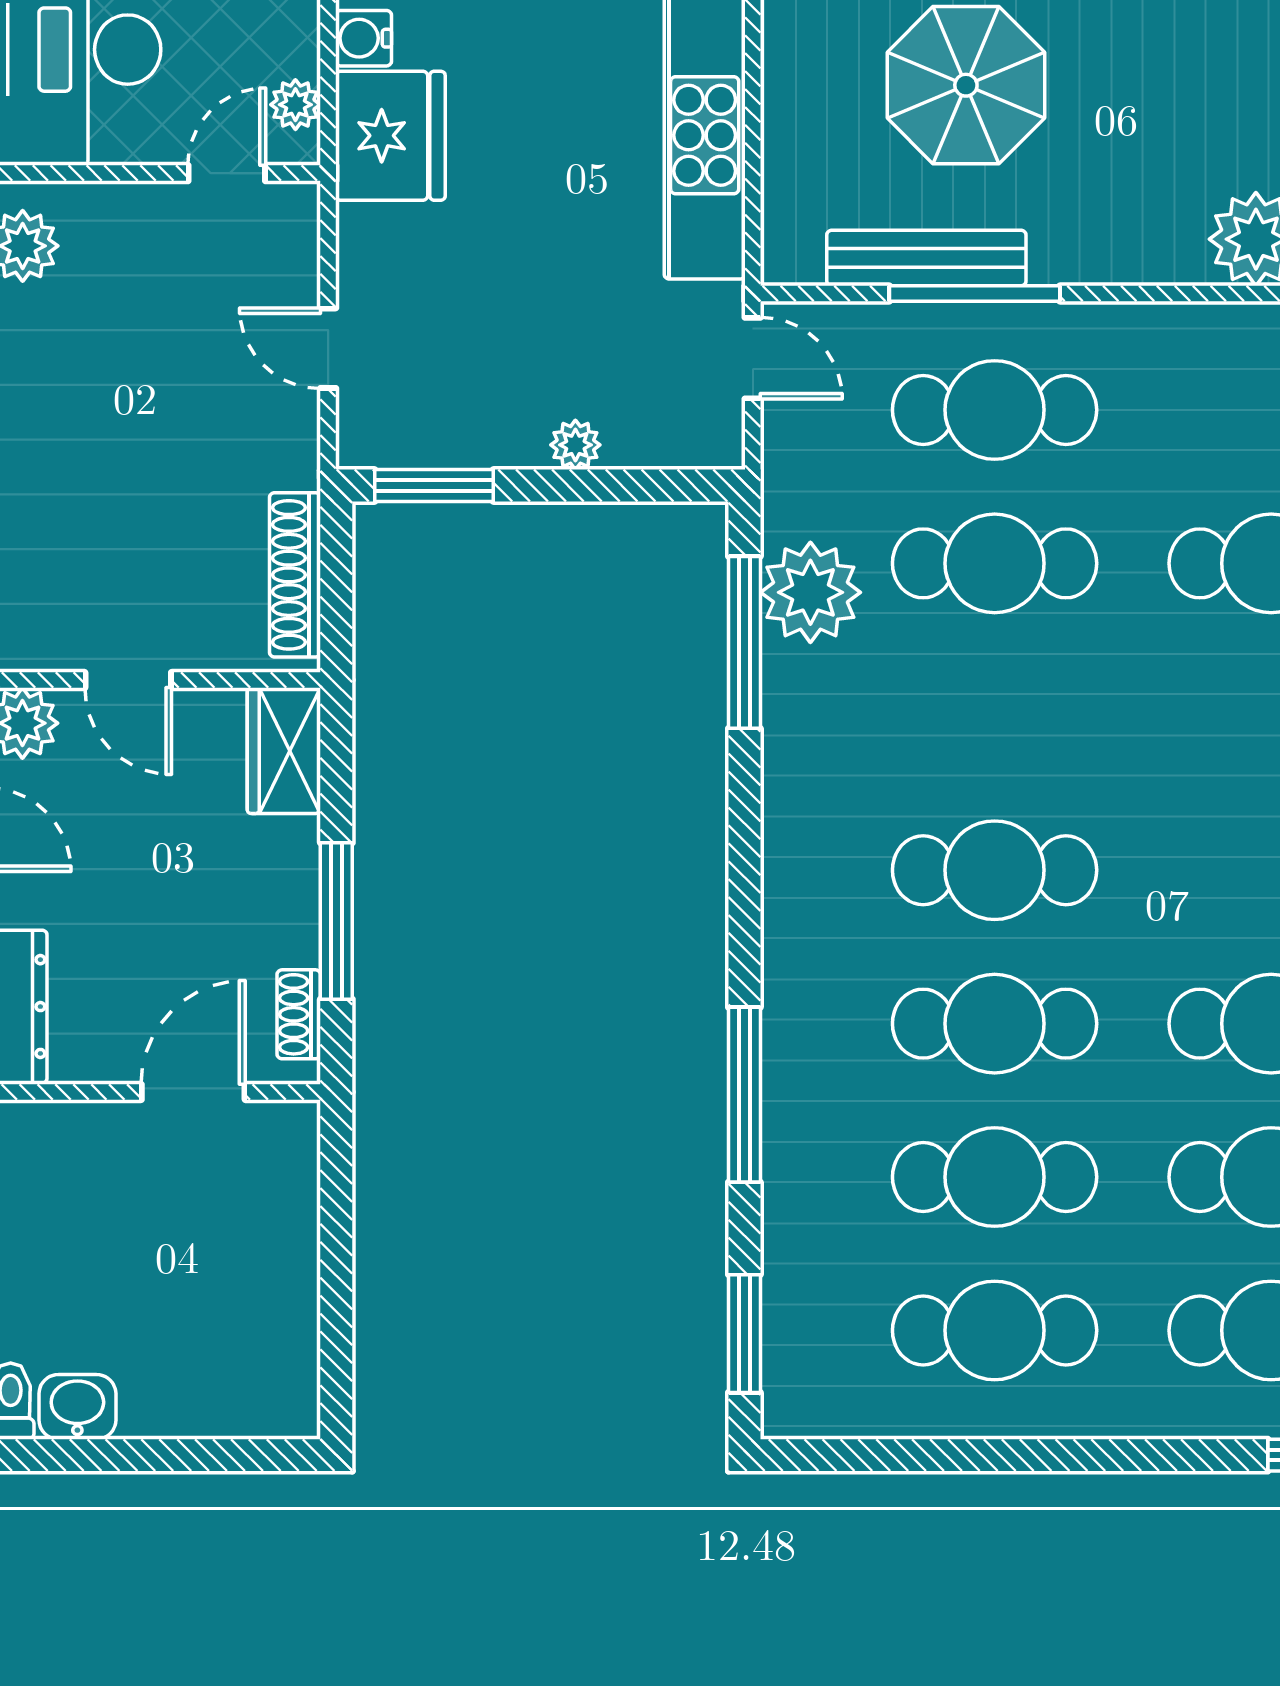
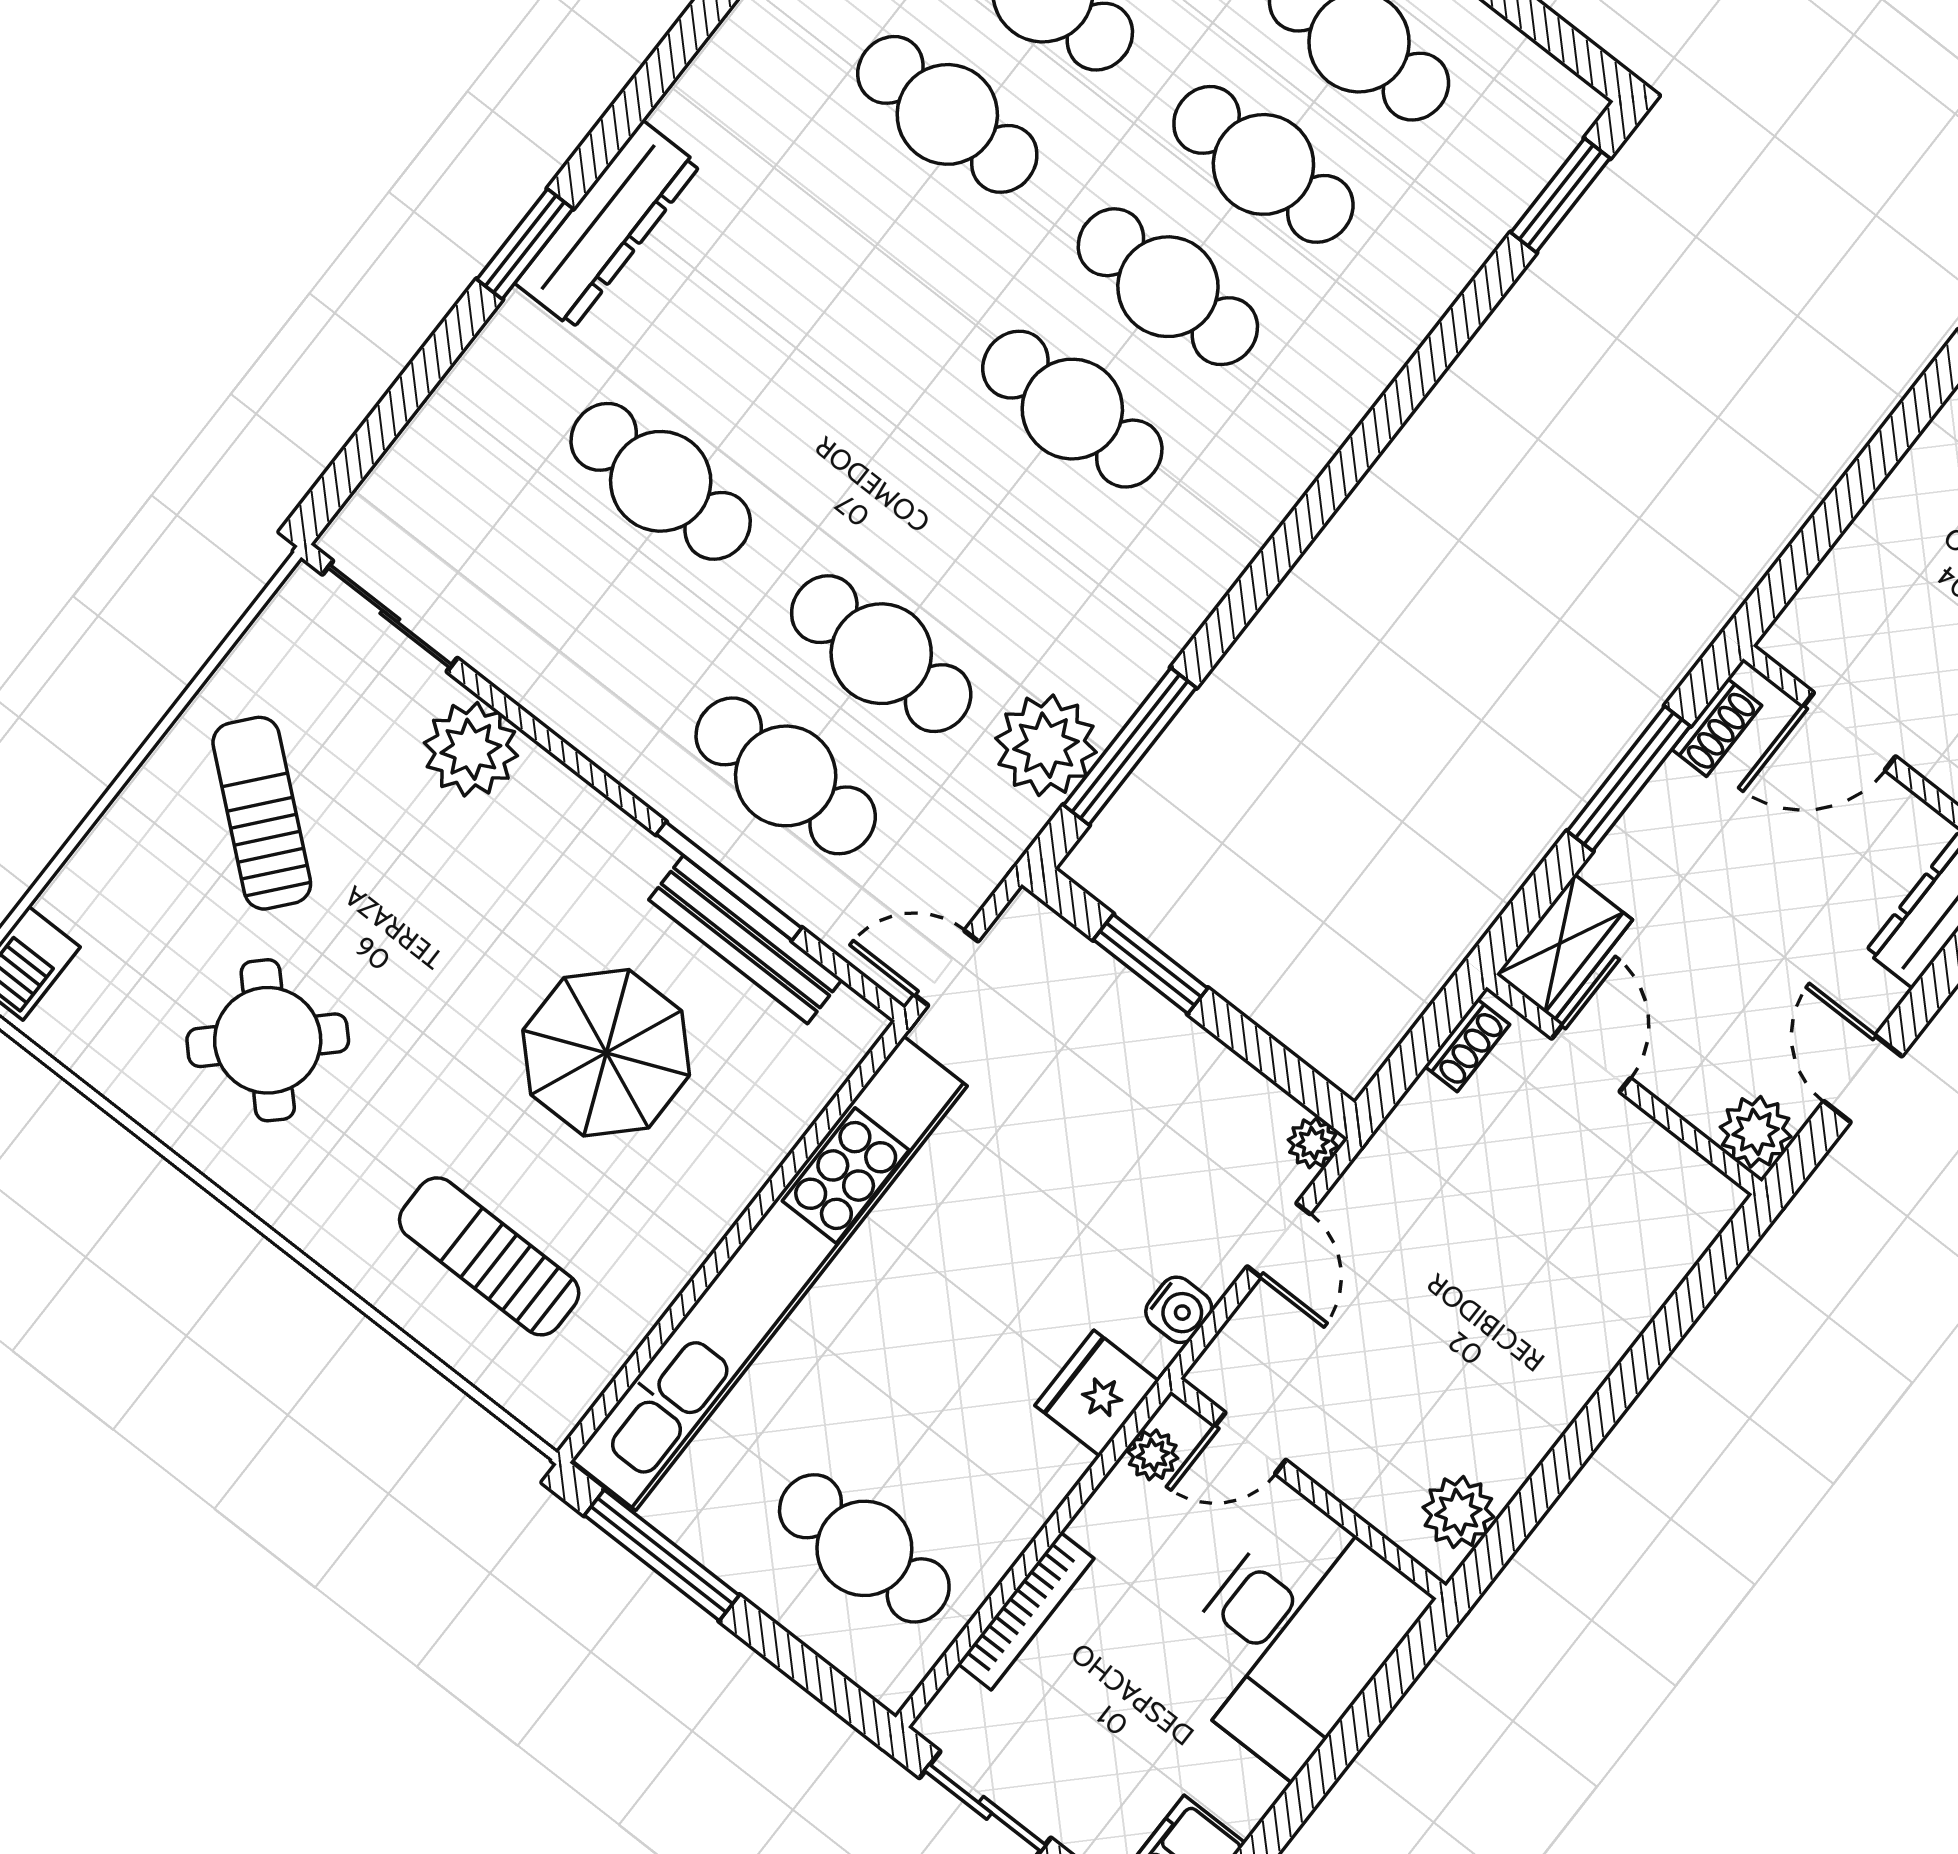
water cooler: (364, 38) -> (1179, 1310), moved
fridge: (390, 136) -> (1097, 1393), width x0.73, depth x0.75
door: (753, 358) -> (946, 968), hinge flipped
plant: (575, 445) -> (1313, 1143), moved
window: (434, 486) -> (1150, 964), moved
shoe rack: (295, 575) -> (1467, 1045), width x0.51, depth x0.81
door: (128, 680) -> (1591, 1058), moved
window: (744, 1095) -> (1412, 386), removed

